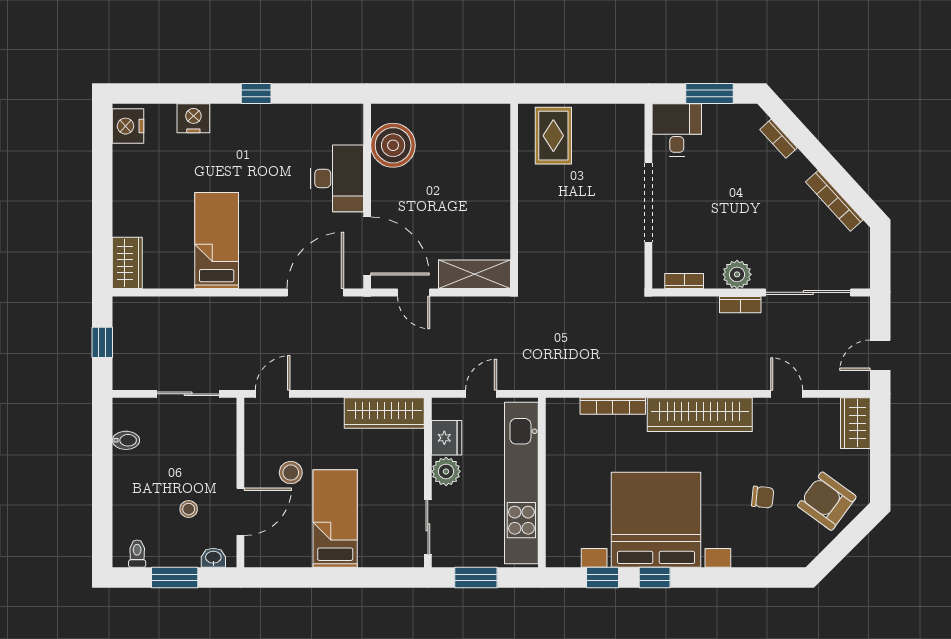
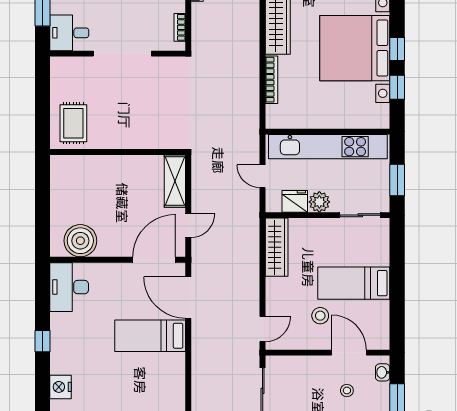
rug: (553, 136) -> (73, 123), turned 90
desk: (337, 178) -> (69, 287), moved, turned -90
bed: (217, 241) -> (150, 336), moved
door: (273, 394) -> (263, 329), swing flipped

